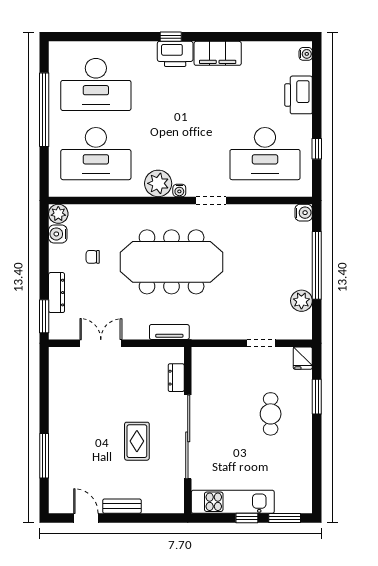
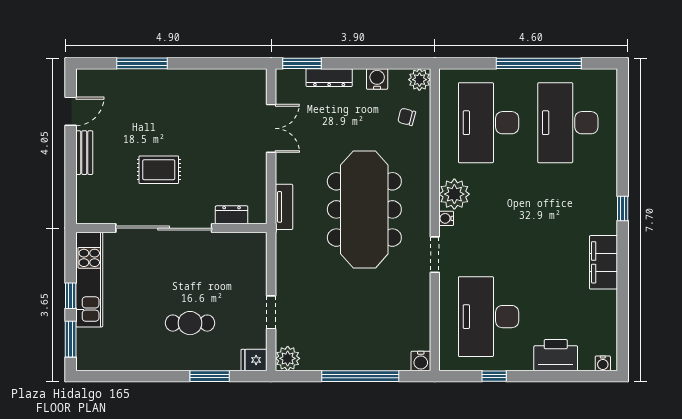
printer: (175, 54) -> (603, 214), removed
water cooler: (58, 234) -> (377, 79), moved
chair: (93, 257) -> (407, 117), moved, turned -75
plant: (301, 301) -> (288, 358), moved

